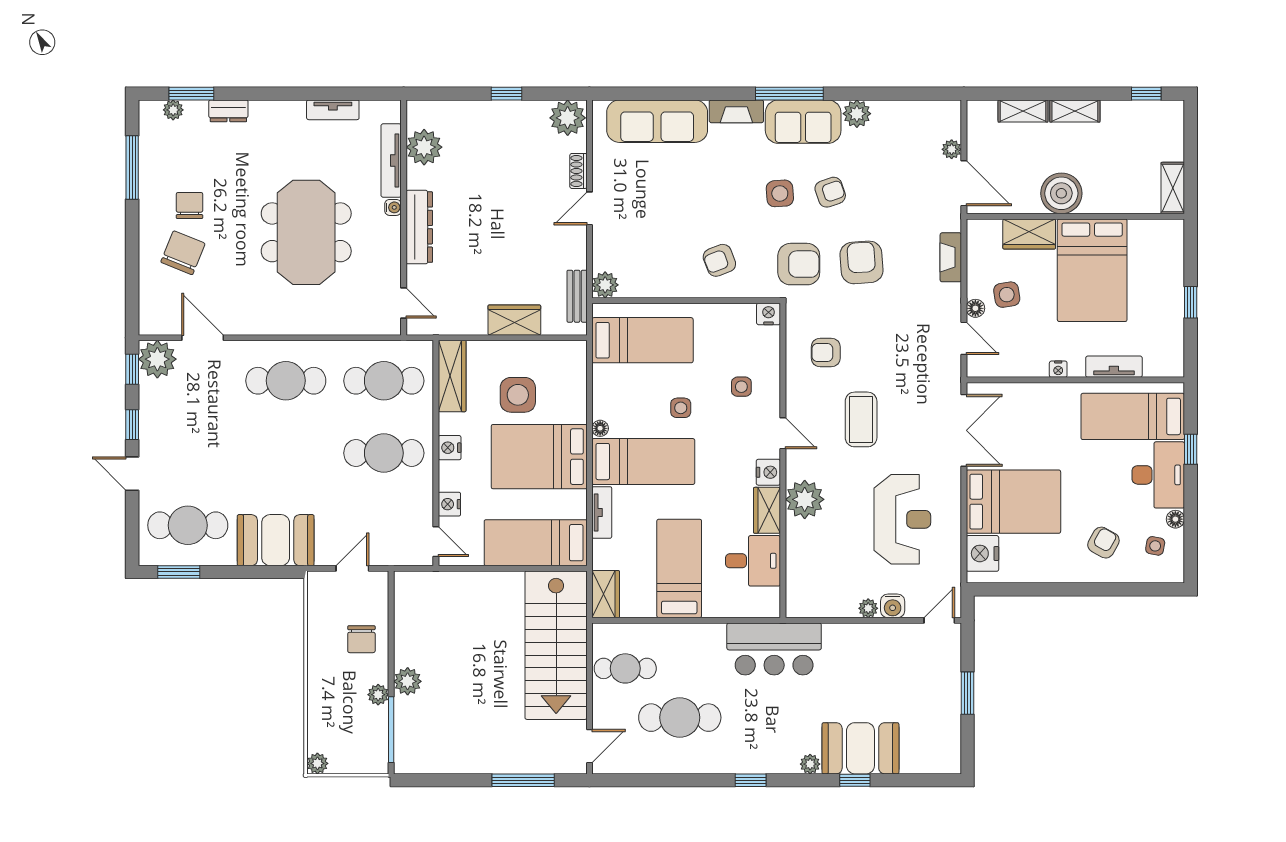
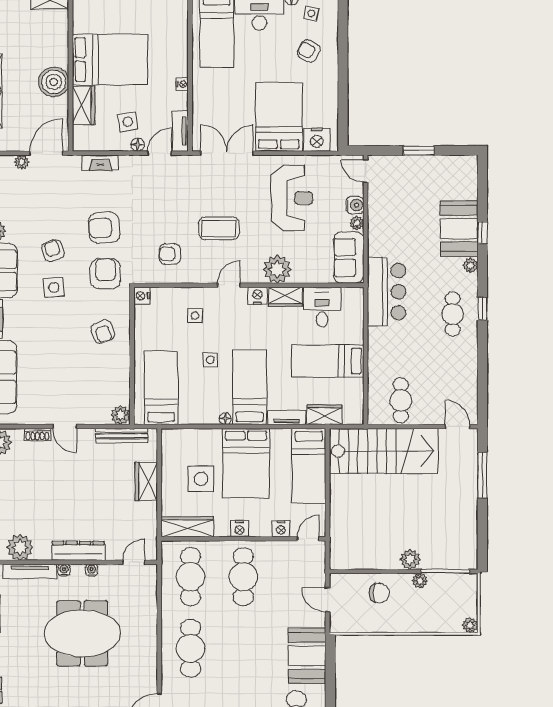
water cooler: (393, 245) -> (91, 570), added
bench: (577, 296) -> (122, 436), width x1.36
armchair: (826, 352) -> (170, 254), turned 90
tv unit: (1114, 367) -> (180, 131), moved
reception desk: (902, 519) -> (292, 198), turned 90
wardrobe: (606, 594) -> (324, 415), moved
sofa: (821, 597) -> (349, 257), added
cafe table: (680, 718) -> (453, 314), moved, width x0.73, depth x0.74

